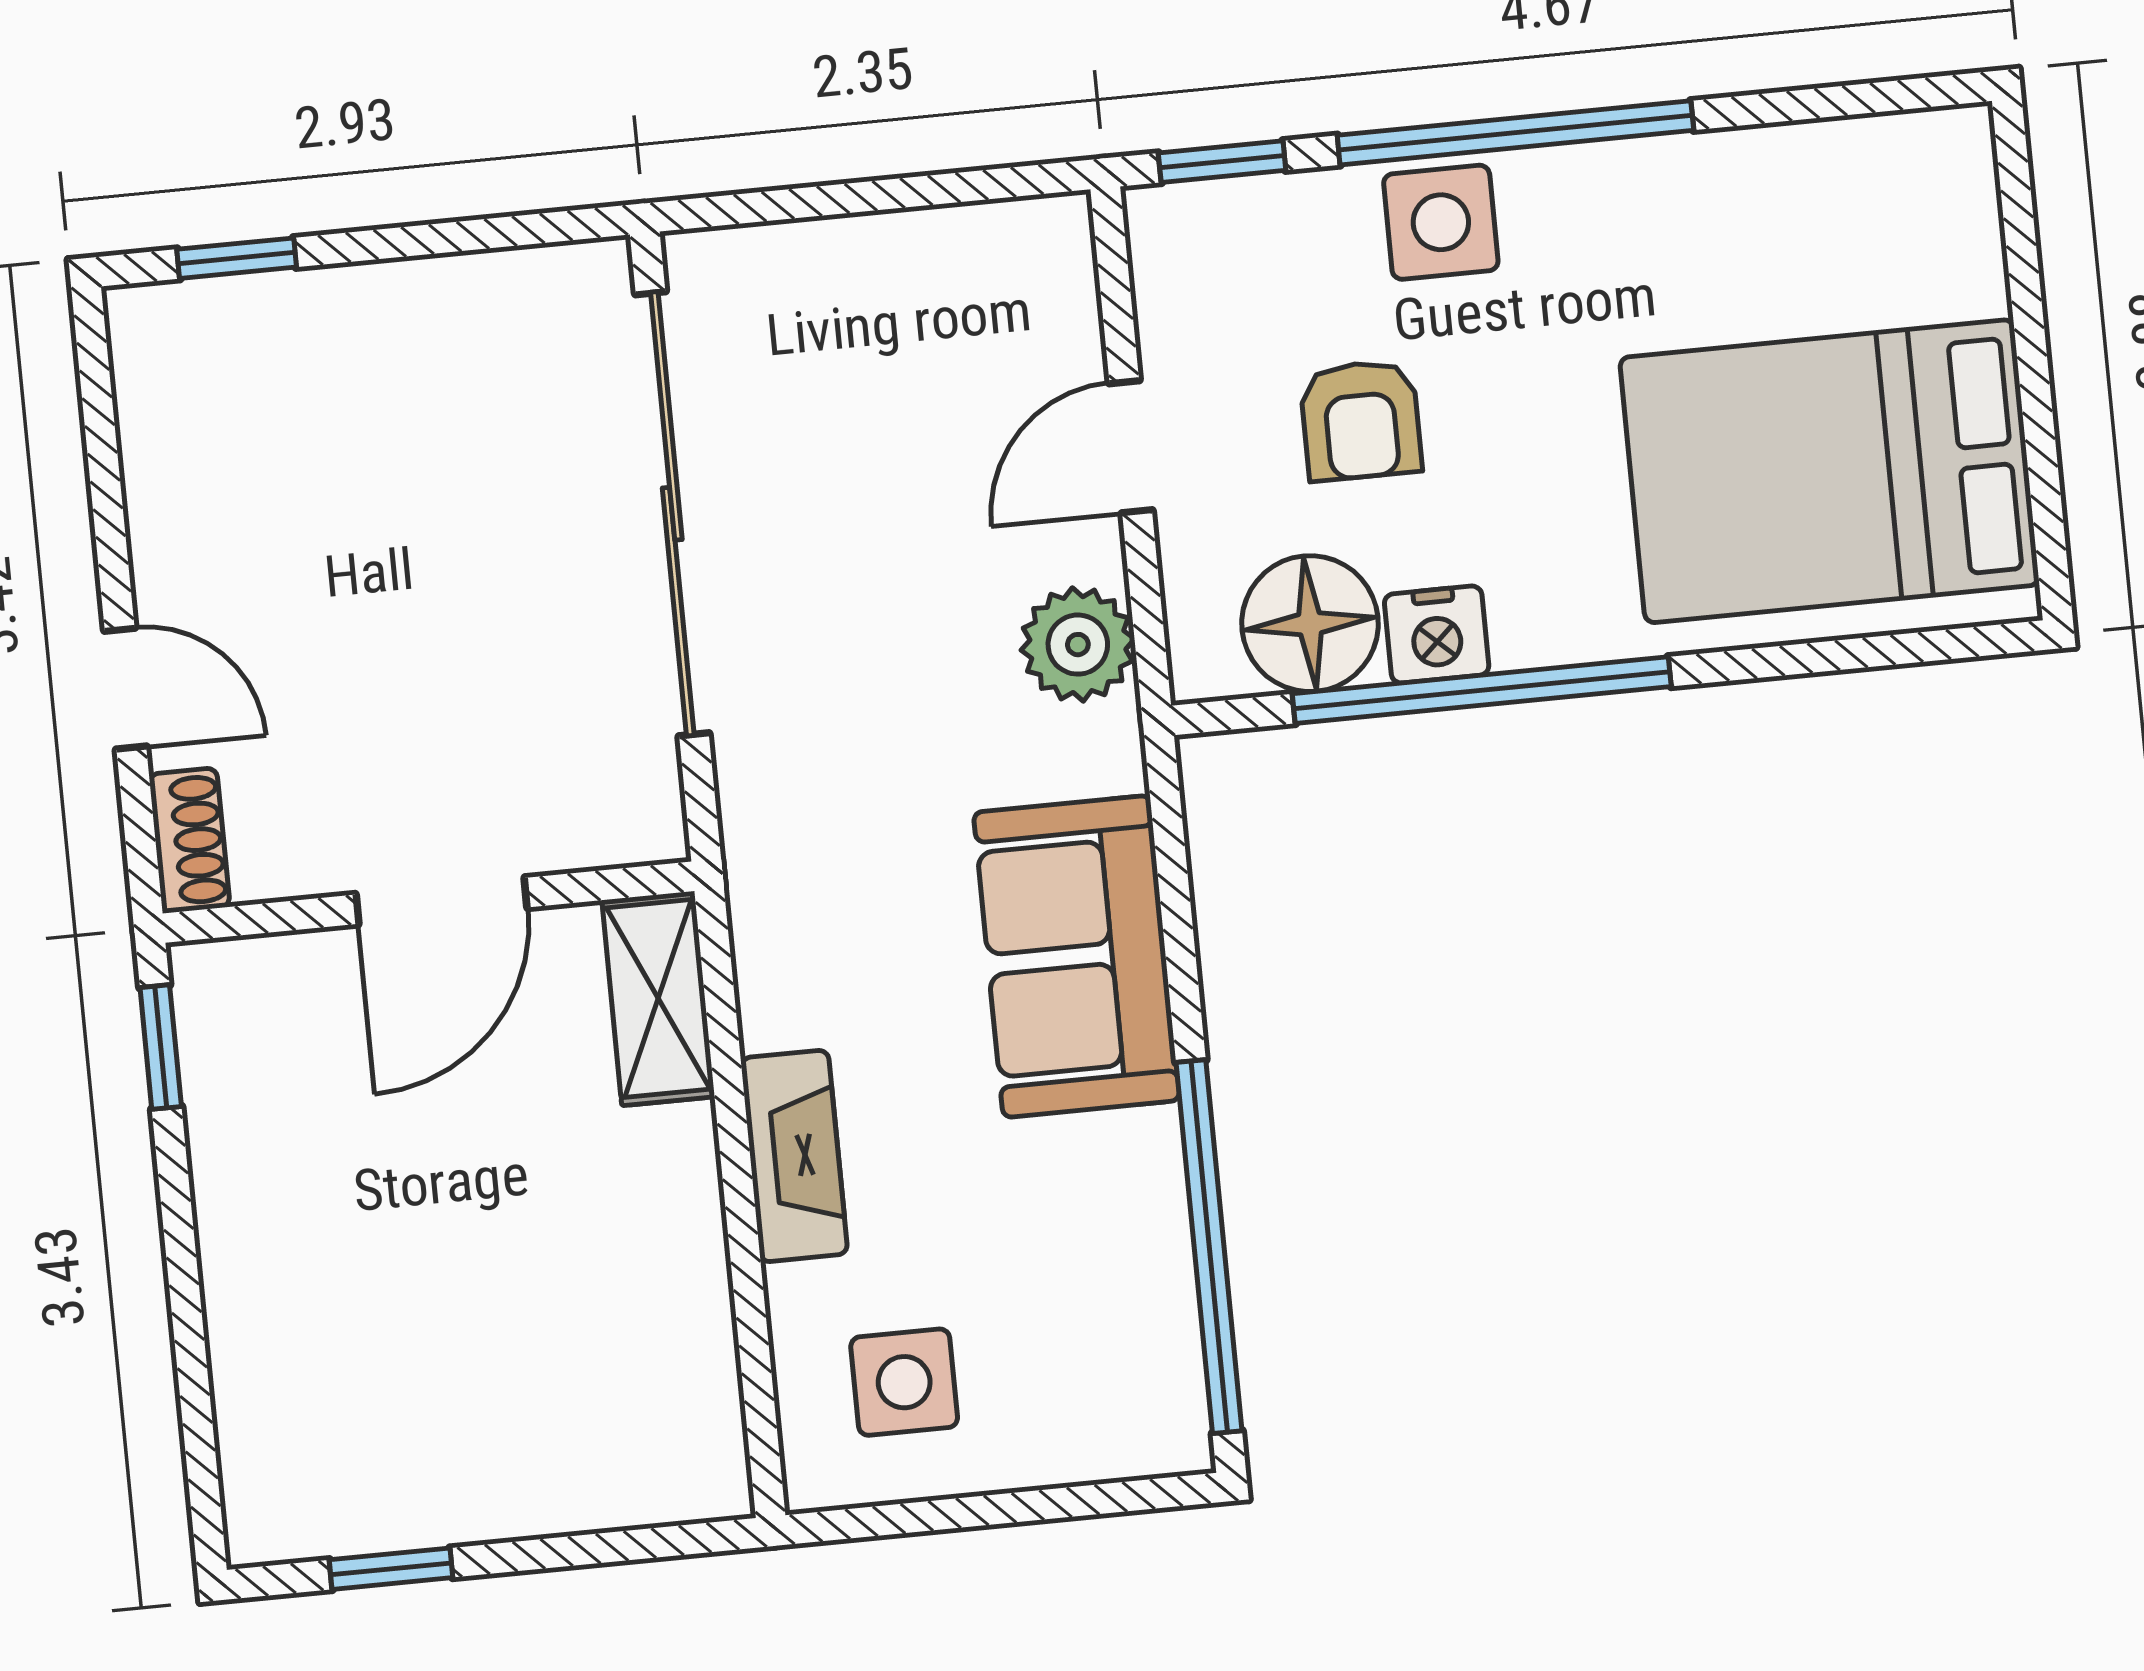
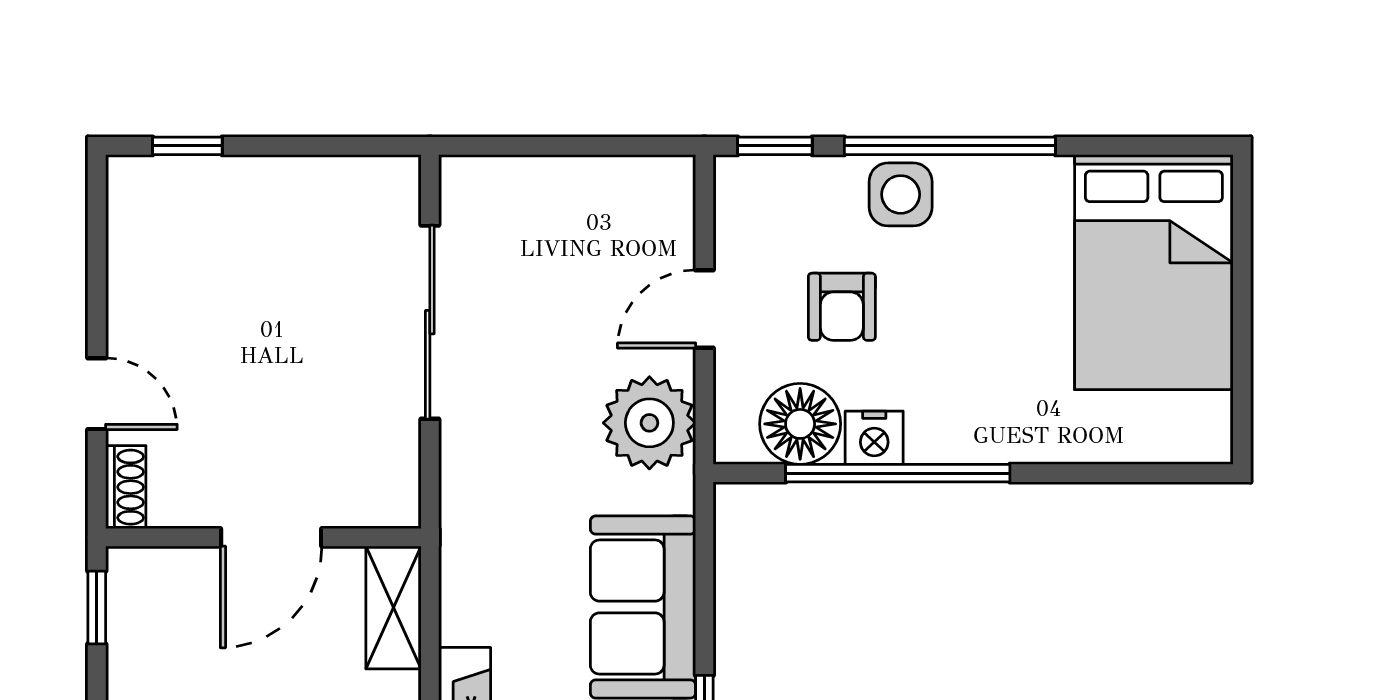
bed: (1829, 471) -> (1154, 272), moved, turned -90
sliding door: (672, 514) -> (430, 322), width x0.73
plant: (1078, 645) -> (649, 423), width x1.36, depth x1.36

